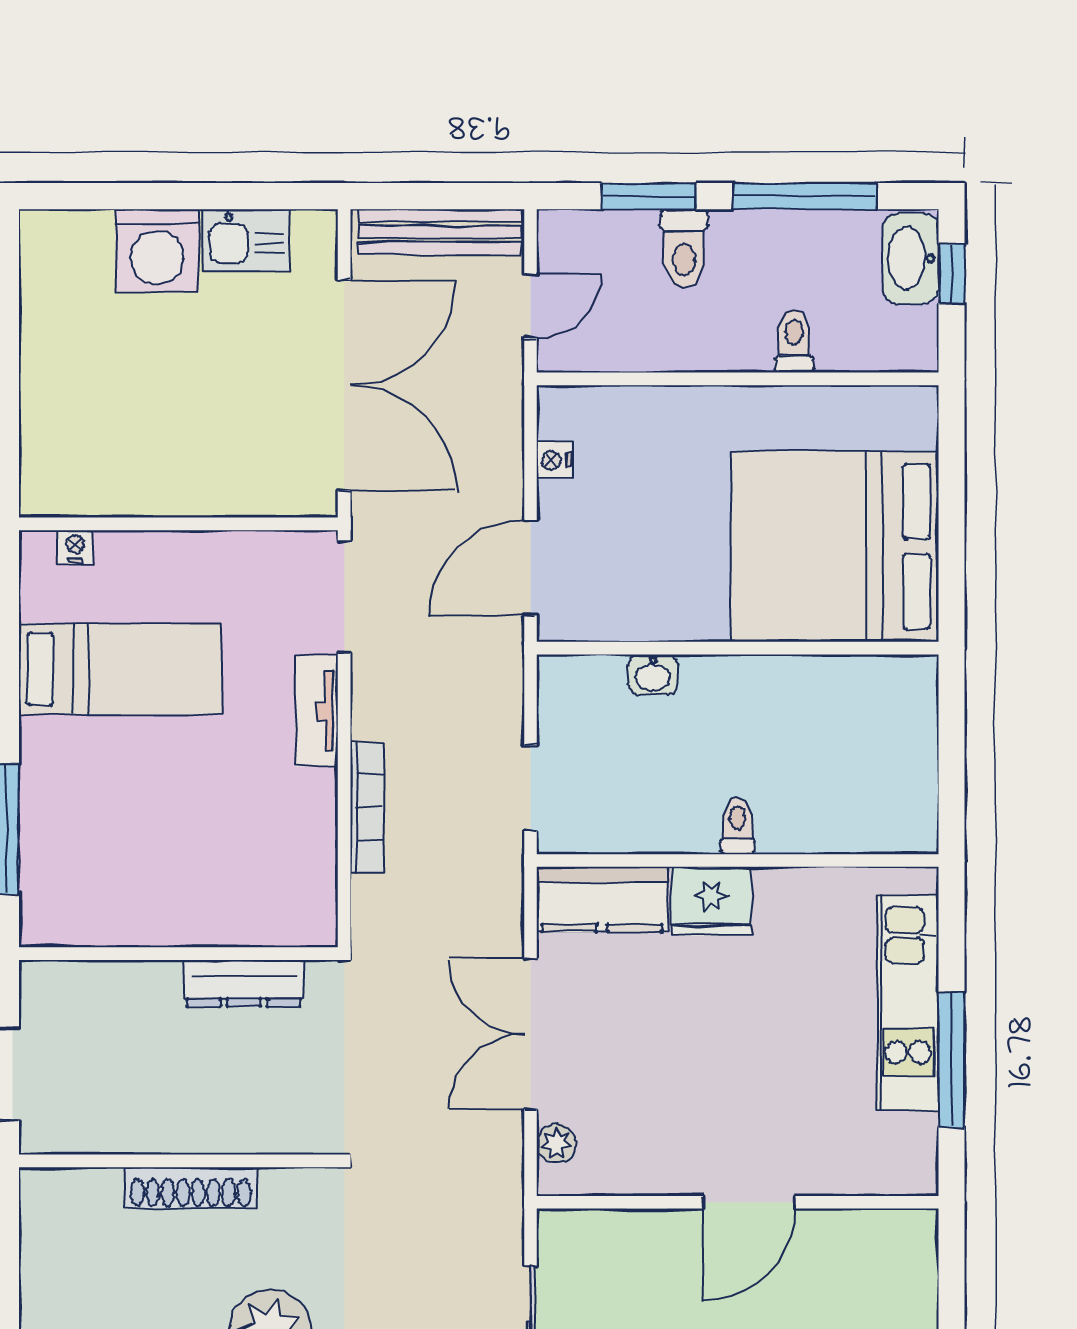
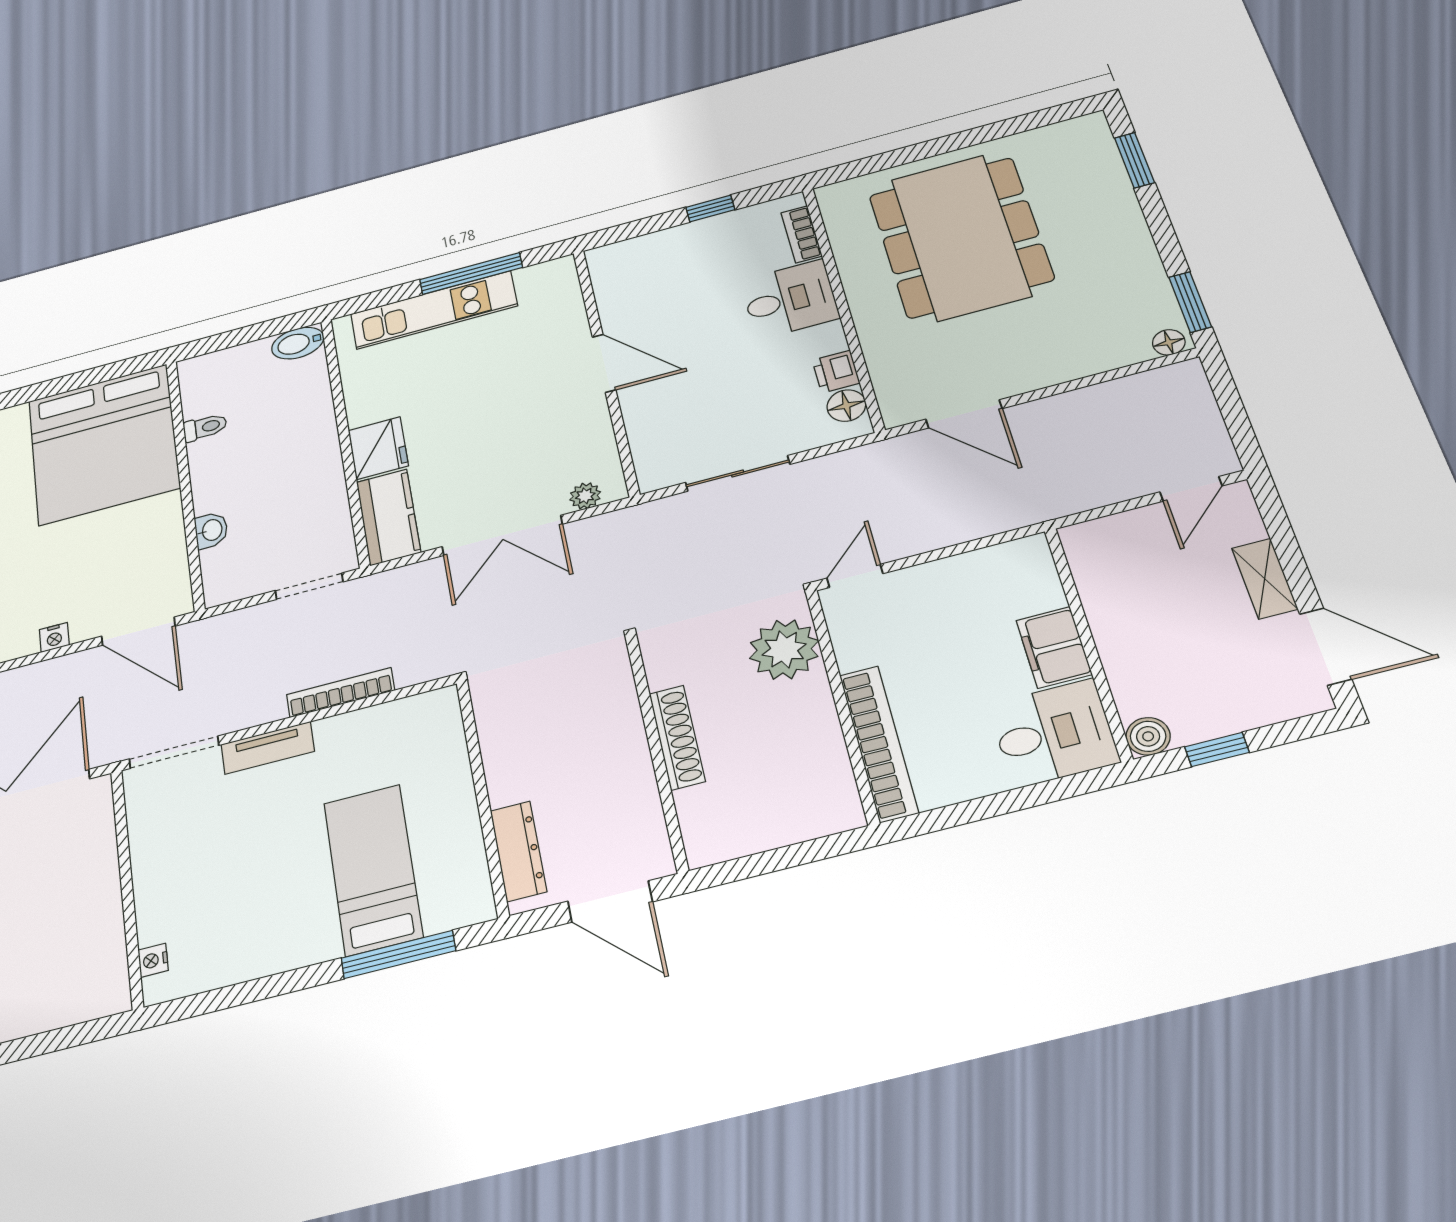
bed: (120, 669) -> (373, 869), moved
bidet: (914, 819) -> (298, 343), added
toilet: (737, 826) -> (205, 427), moved, turned 180
dresser: (244, 983) -> (518, 851), moved

